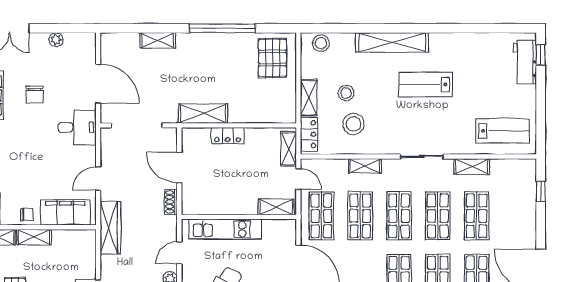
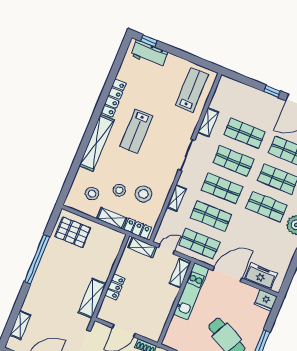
shelving: (158, 40) -> (20, 325), moved
locker: (454, 41) -> (114, 98), added
stool: (321, 43) -> (92, 194), moved
window: (541, 191) -> (272, 91), moved
kitchen unit: (225, 229) -> (191, 291), moved

